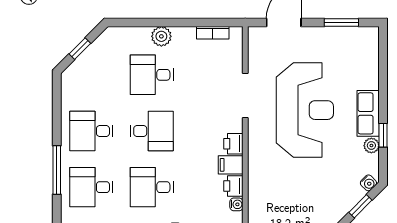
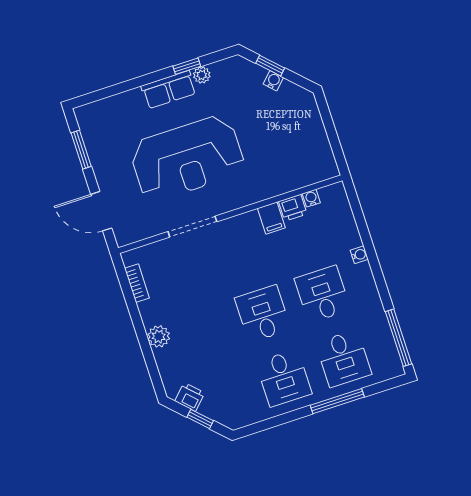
desk: (152, 75) -> (203, 333), removed
reception desk: (305, 110) -> (187, 158), turned 180
printer: (233, 144) -> (190, 397), moved, turned -135
water cooler: (368, 183) -> (273, 81), moved
desk: (152, 187) -> (322, 294), turned 180

